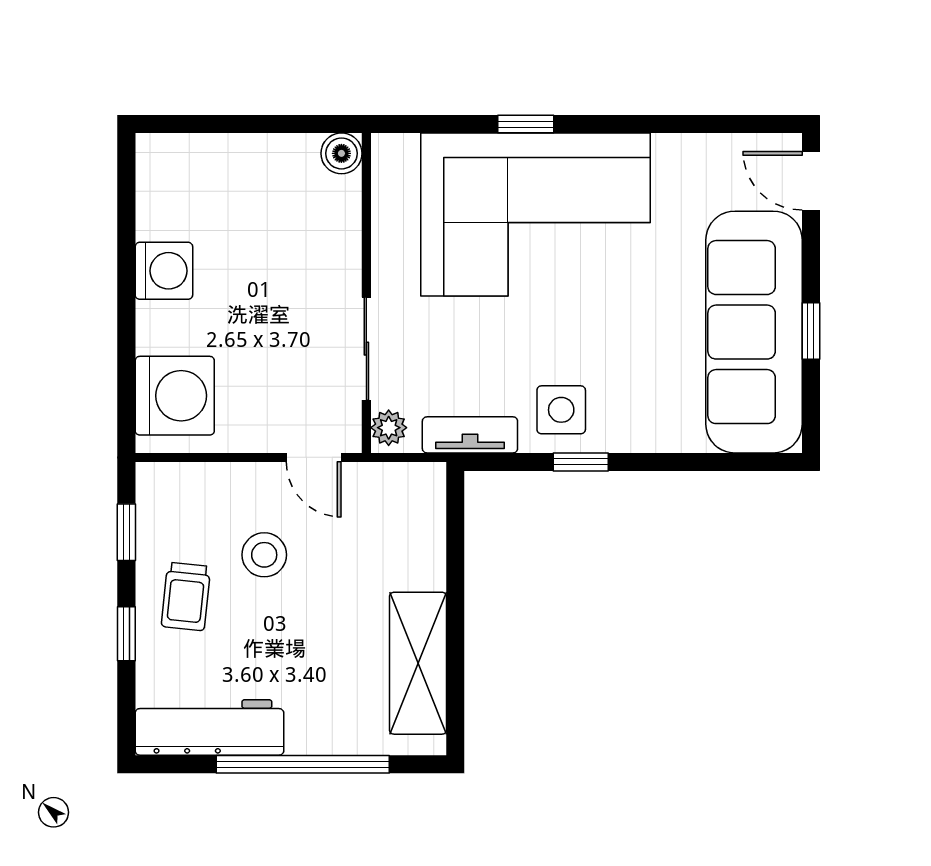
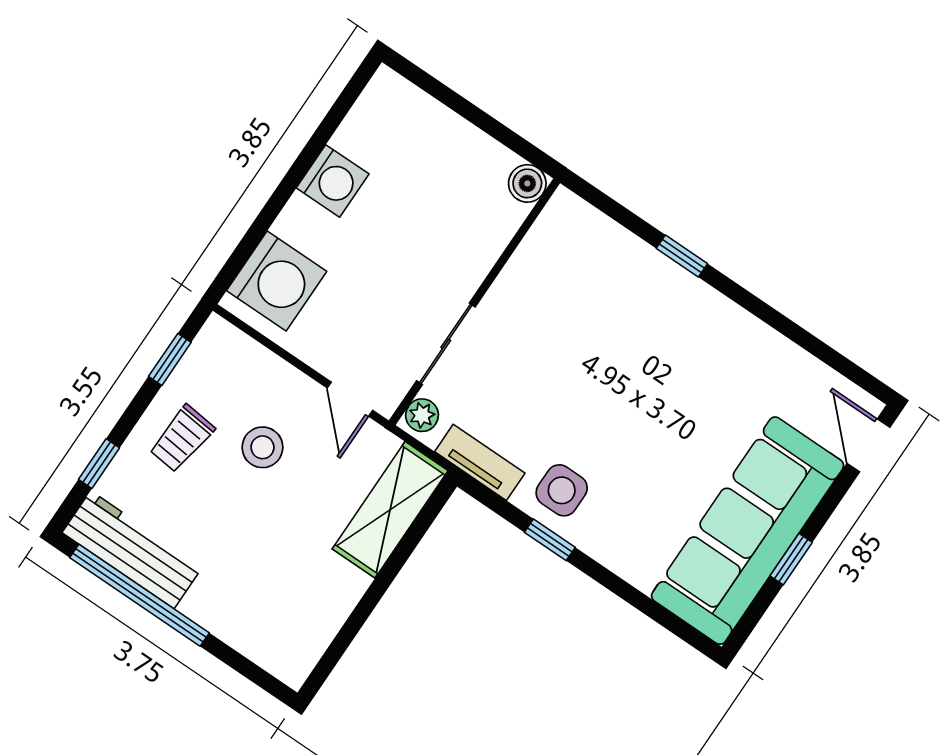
corner sofa: (535, 215) -> (643, 329), removed
window: (126, 634) -> (99, 464), moved
shelving: (418, 663) -> (390, 510), moved
window: (303, 764) -> (139, 595), moved

